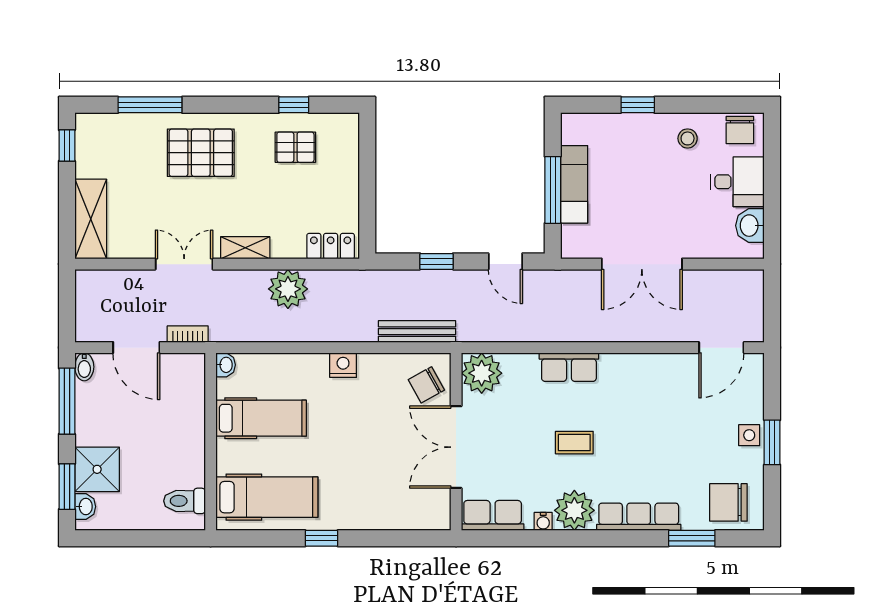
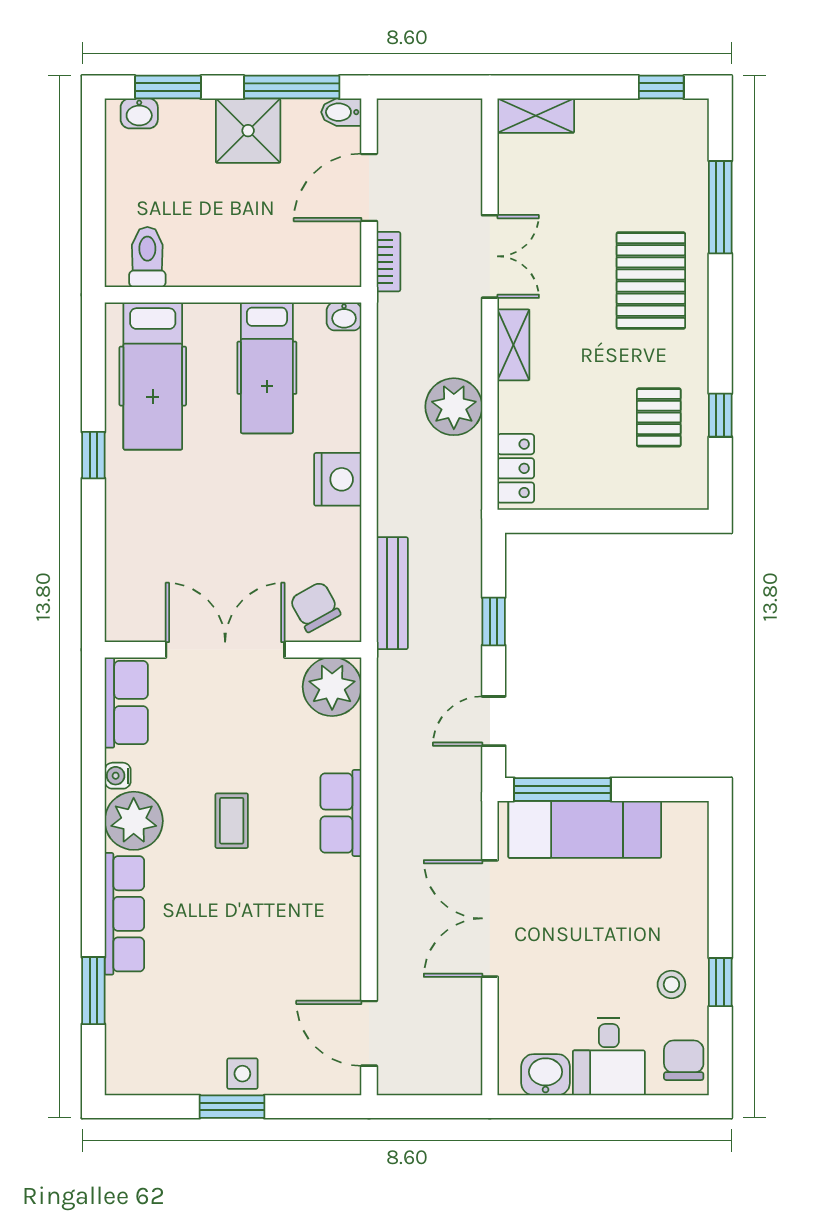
window: (638, 105) -> (720, 982), moved
chair: (740, 130) -> (684, 1060), turned 90
exam couch: (574, 184) -> (585, 829), width x1.36, depth x1.45
window: (553, 190) -> (562, 789), moved
shelving: (91, 219) -> (536, 116), width x0.67, depth x0.75
nightstand: (343, 365) -> (338, 479), width x1.36, depth x1.33
shower: (97, 469) -> (248, 131), moved
chair: (728, 502) -> (145, 1044), removed

